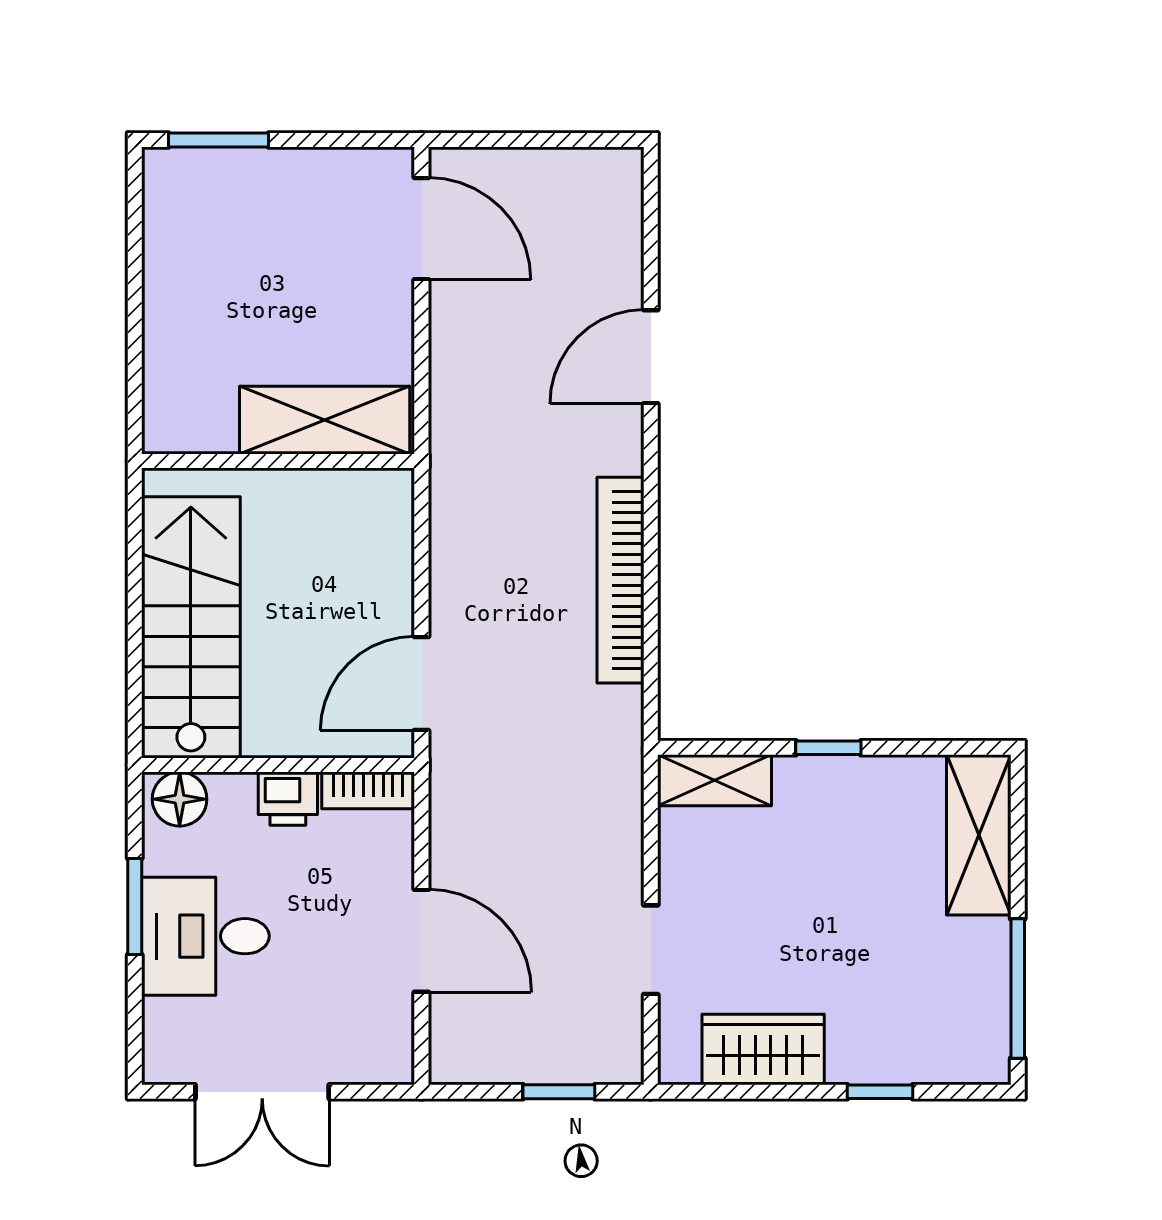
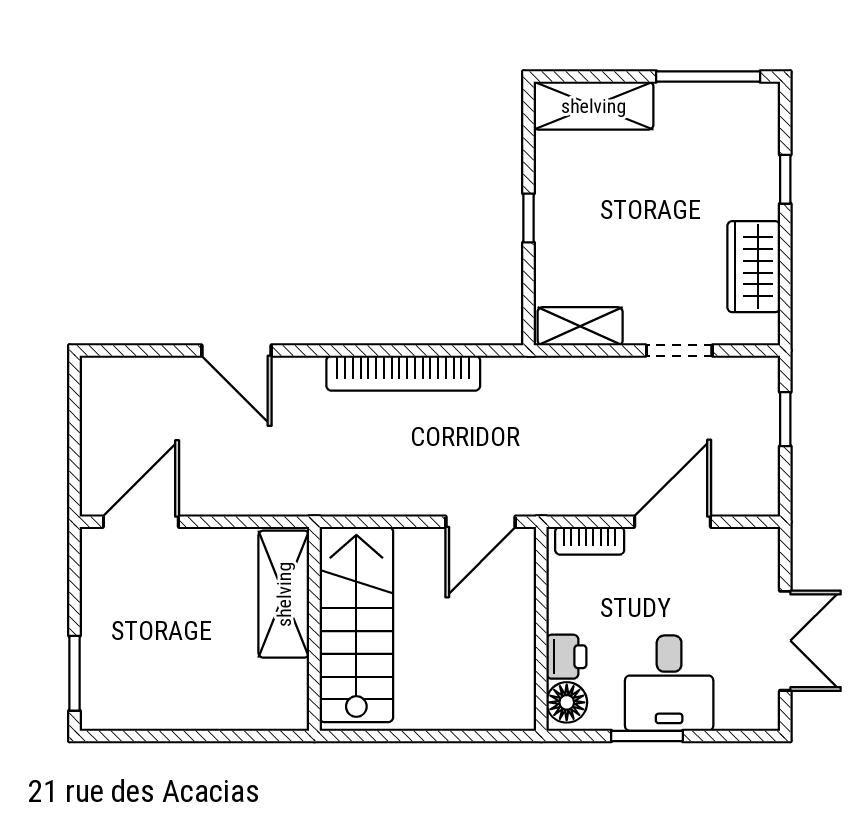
stairs: (191, 627) -> (356, 625), moved, turned 90
door: (421, 684) -> (480, 522), hinge flipped
shelving: (715, 780) -> (580, 326), moved, turned 90
bookcase: (368, 790) -> (590, 541), moved, turned 90
printer: (288, 799) -> (566, 657), moved

